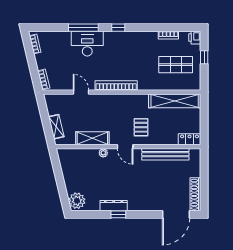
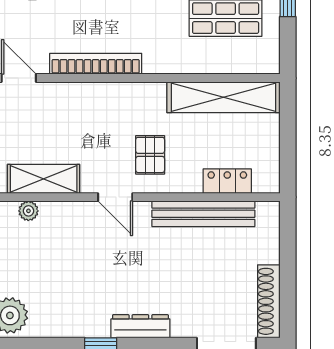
locker: (189, 139) -> (227, 181), moved
plant: (103, 153) -> (28, 211), moved
dresser: (114, 206) -> (140, 326), moved

